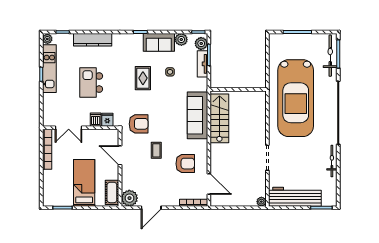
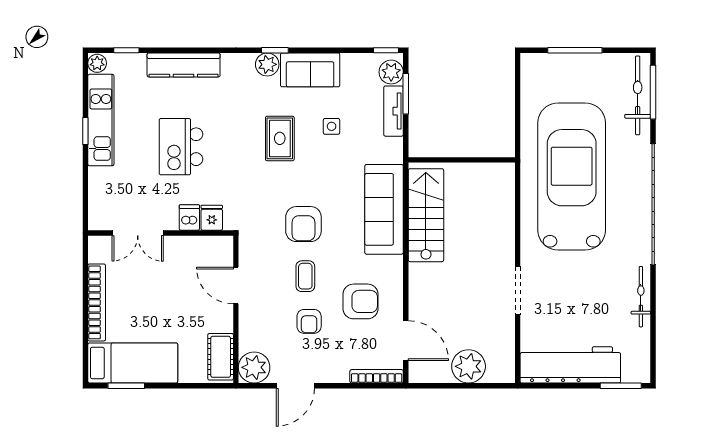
plant: (181, 40) -> (267, 64), moved
car: (296, 98) -> (572, 177), turned 180
armchair: (139, 124) -> (303, 224), moved, turned 90
bookcase: (47, 149) -> (97, 302), moved
armchair: (158, 174) -> (309, 321), added
bed: (84, 183) -> (133, 363), moved, turned 90
plant: (261, 202) -> (469, 366), moved, width x1.88, depth x1.88

